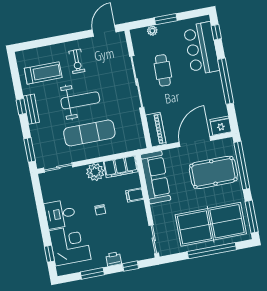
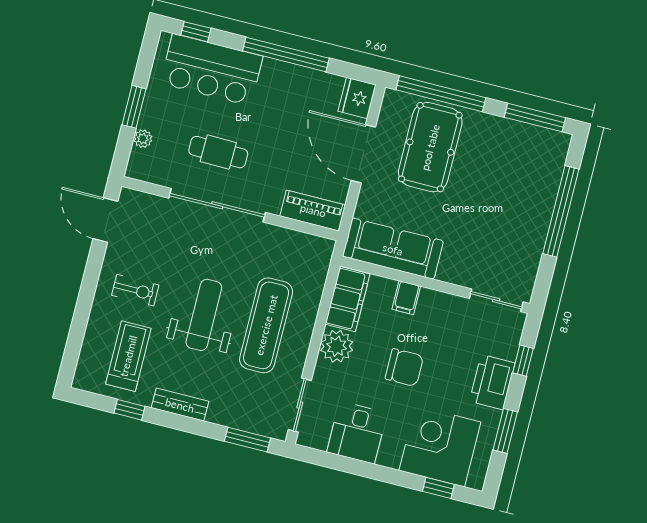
window: (21, 107) -> (130, 410), moved
chair: (100, 210) -> (404, 368), width x1.87, depth x1.87
desk: (60, 214) -> (357, 433), moved
table tennis table: (211, 224) -> (516, 192), removed
printer: (114, 259) -> (492, 382), width x1.87, depth x1.48

